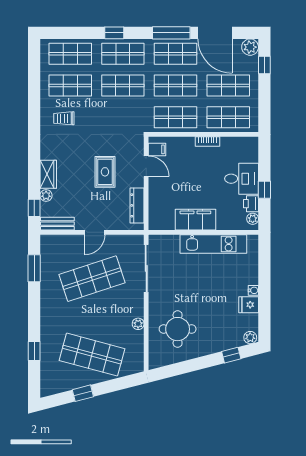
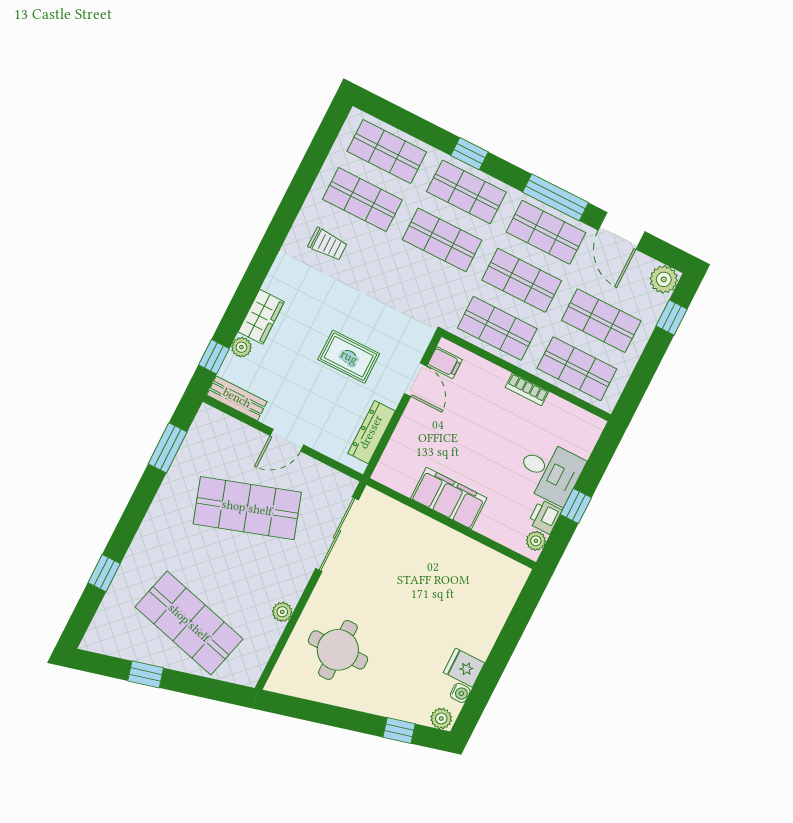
door: (215, 33) -> (622, 231), width x0.73
trolley: (64, 118) -> (328, 244), turned 180
rug: (105, 172) -> (349, 357), turned 90
kitchen unit: (213, 244) -> (457, 549), removed
water cooler: (253, 290) -> (460, 693), moved

